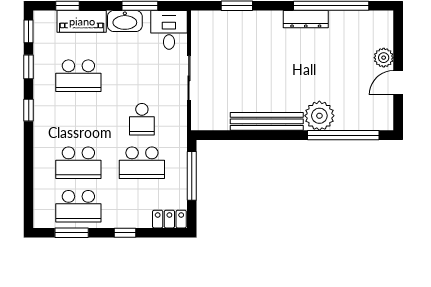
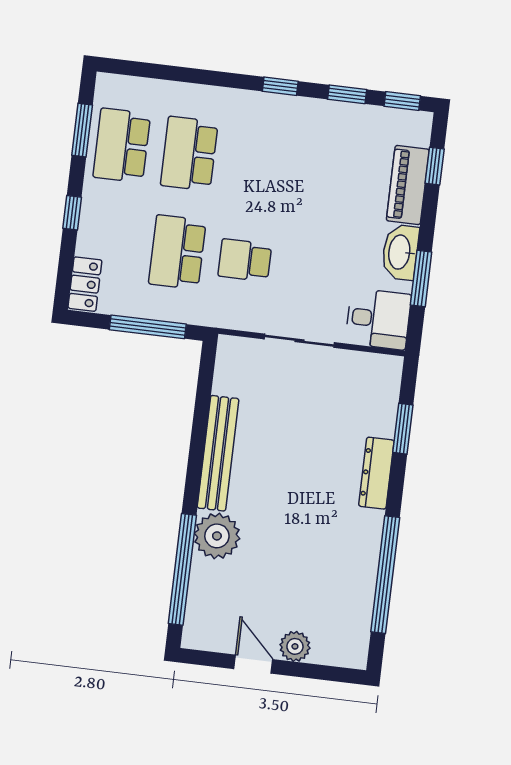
dresser: (306, 19) -> (376, 473), moved
school desk: (78, 76) -> (324, 170), removed

